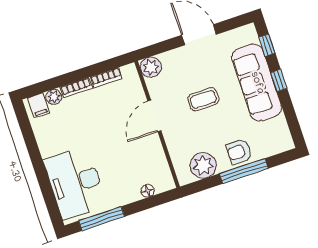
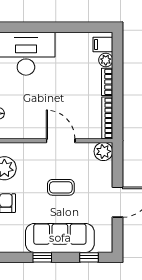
bookcase: (106, 78) -> (107, 118), width x1.56
window: (279, 80) -> (42, 257), moved
coffee table: (203, 99) -> (61, 187), turned 90

